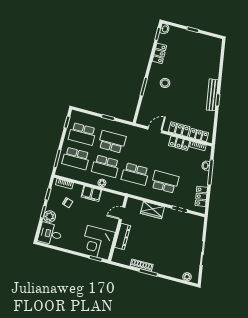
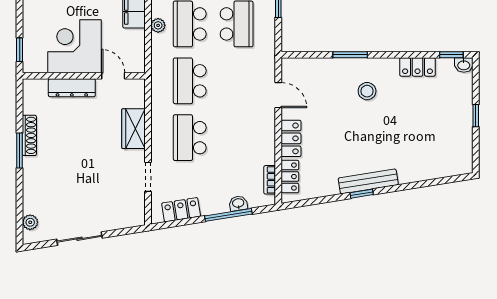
locker: (179, 143) -> (266, 145), removed
school desk: (165, 182) -> (190, 138), turned 180
corner desk: (98, 243) -> (75, 46), moved

